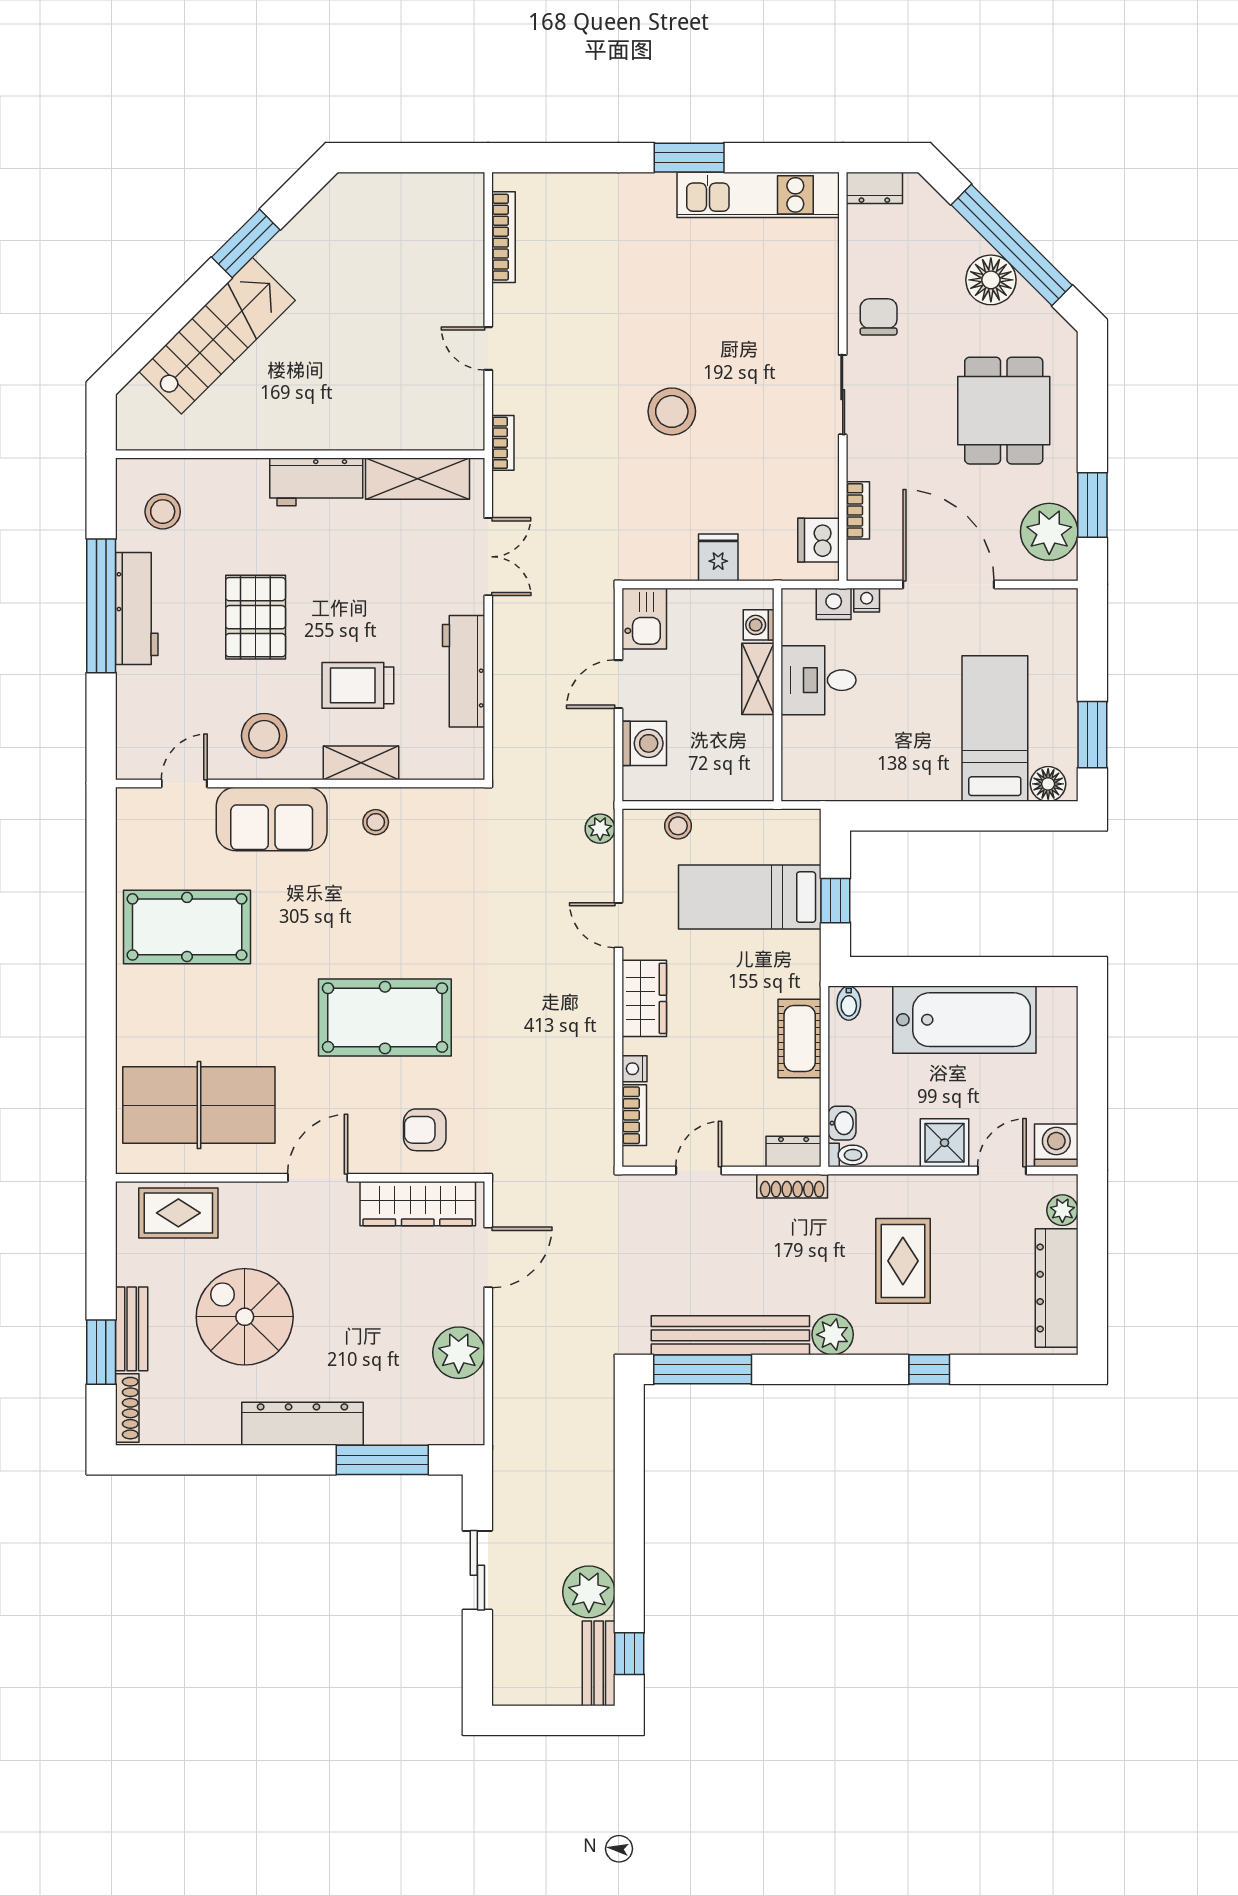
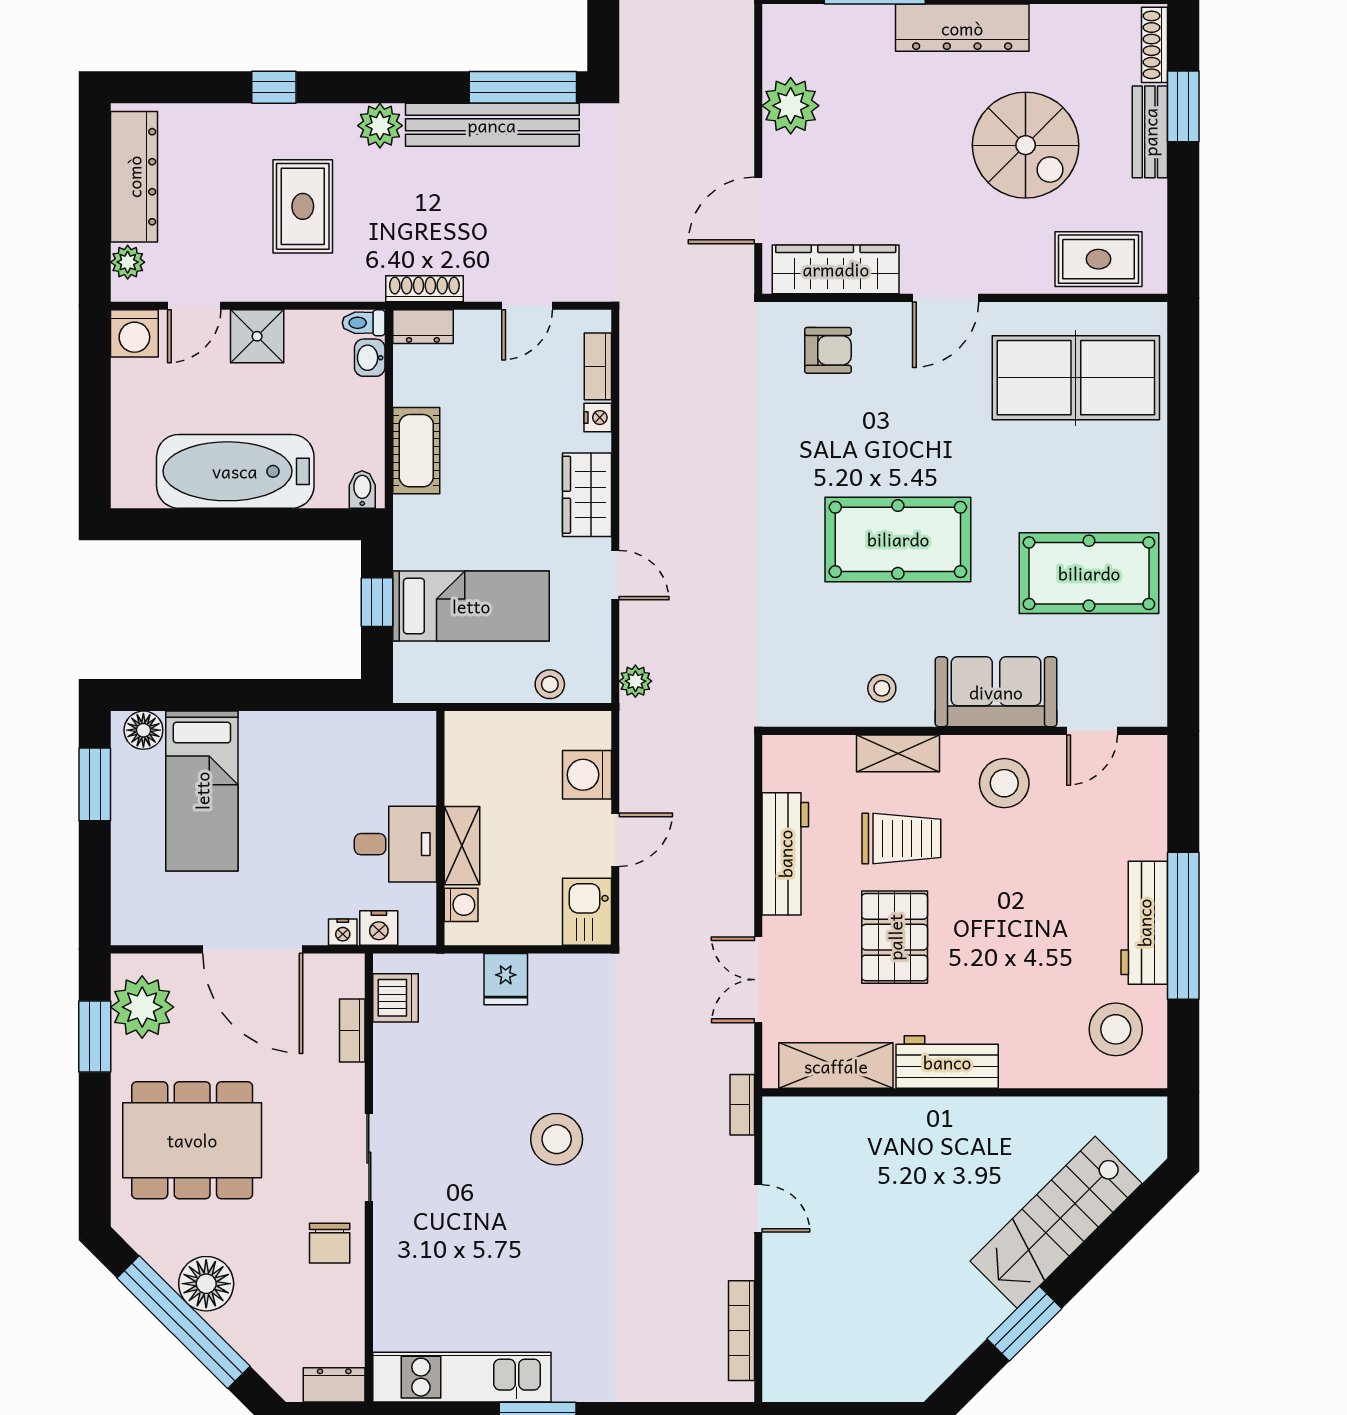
dining table: (1004, 411) -> (192, 1140), width x1.38
stool: (163, 512) -> (1116, 1029), width x1.38, depth x1.38
pallet: (256, 617) -> (895, 937), moved
pool table: (385, 1018) -> (898, 539), moved

